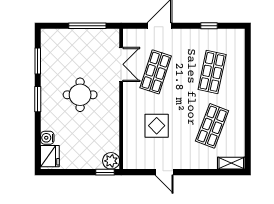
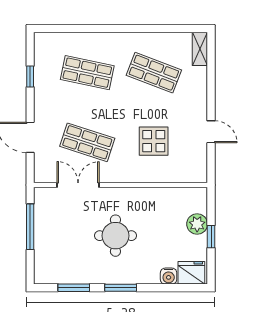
plant: (111, 161) -> (197, 224), moved
window: (105, 172) -> (211, 237), moved
door: (164, 172) -> (211, 132), hinge flipped

